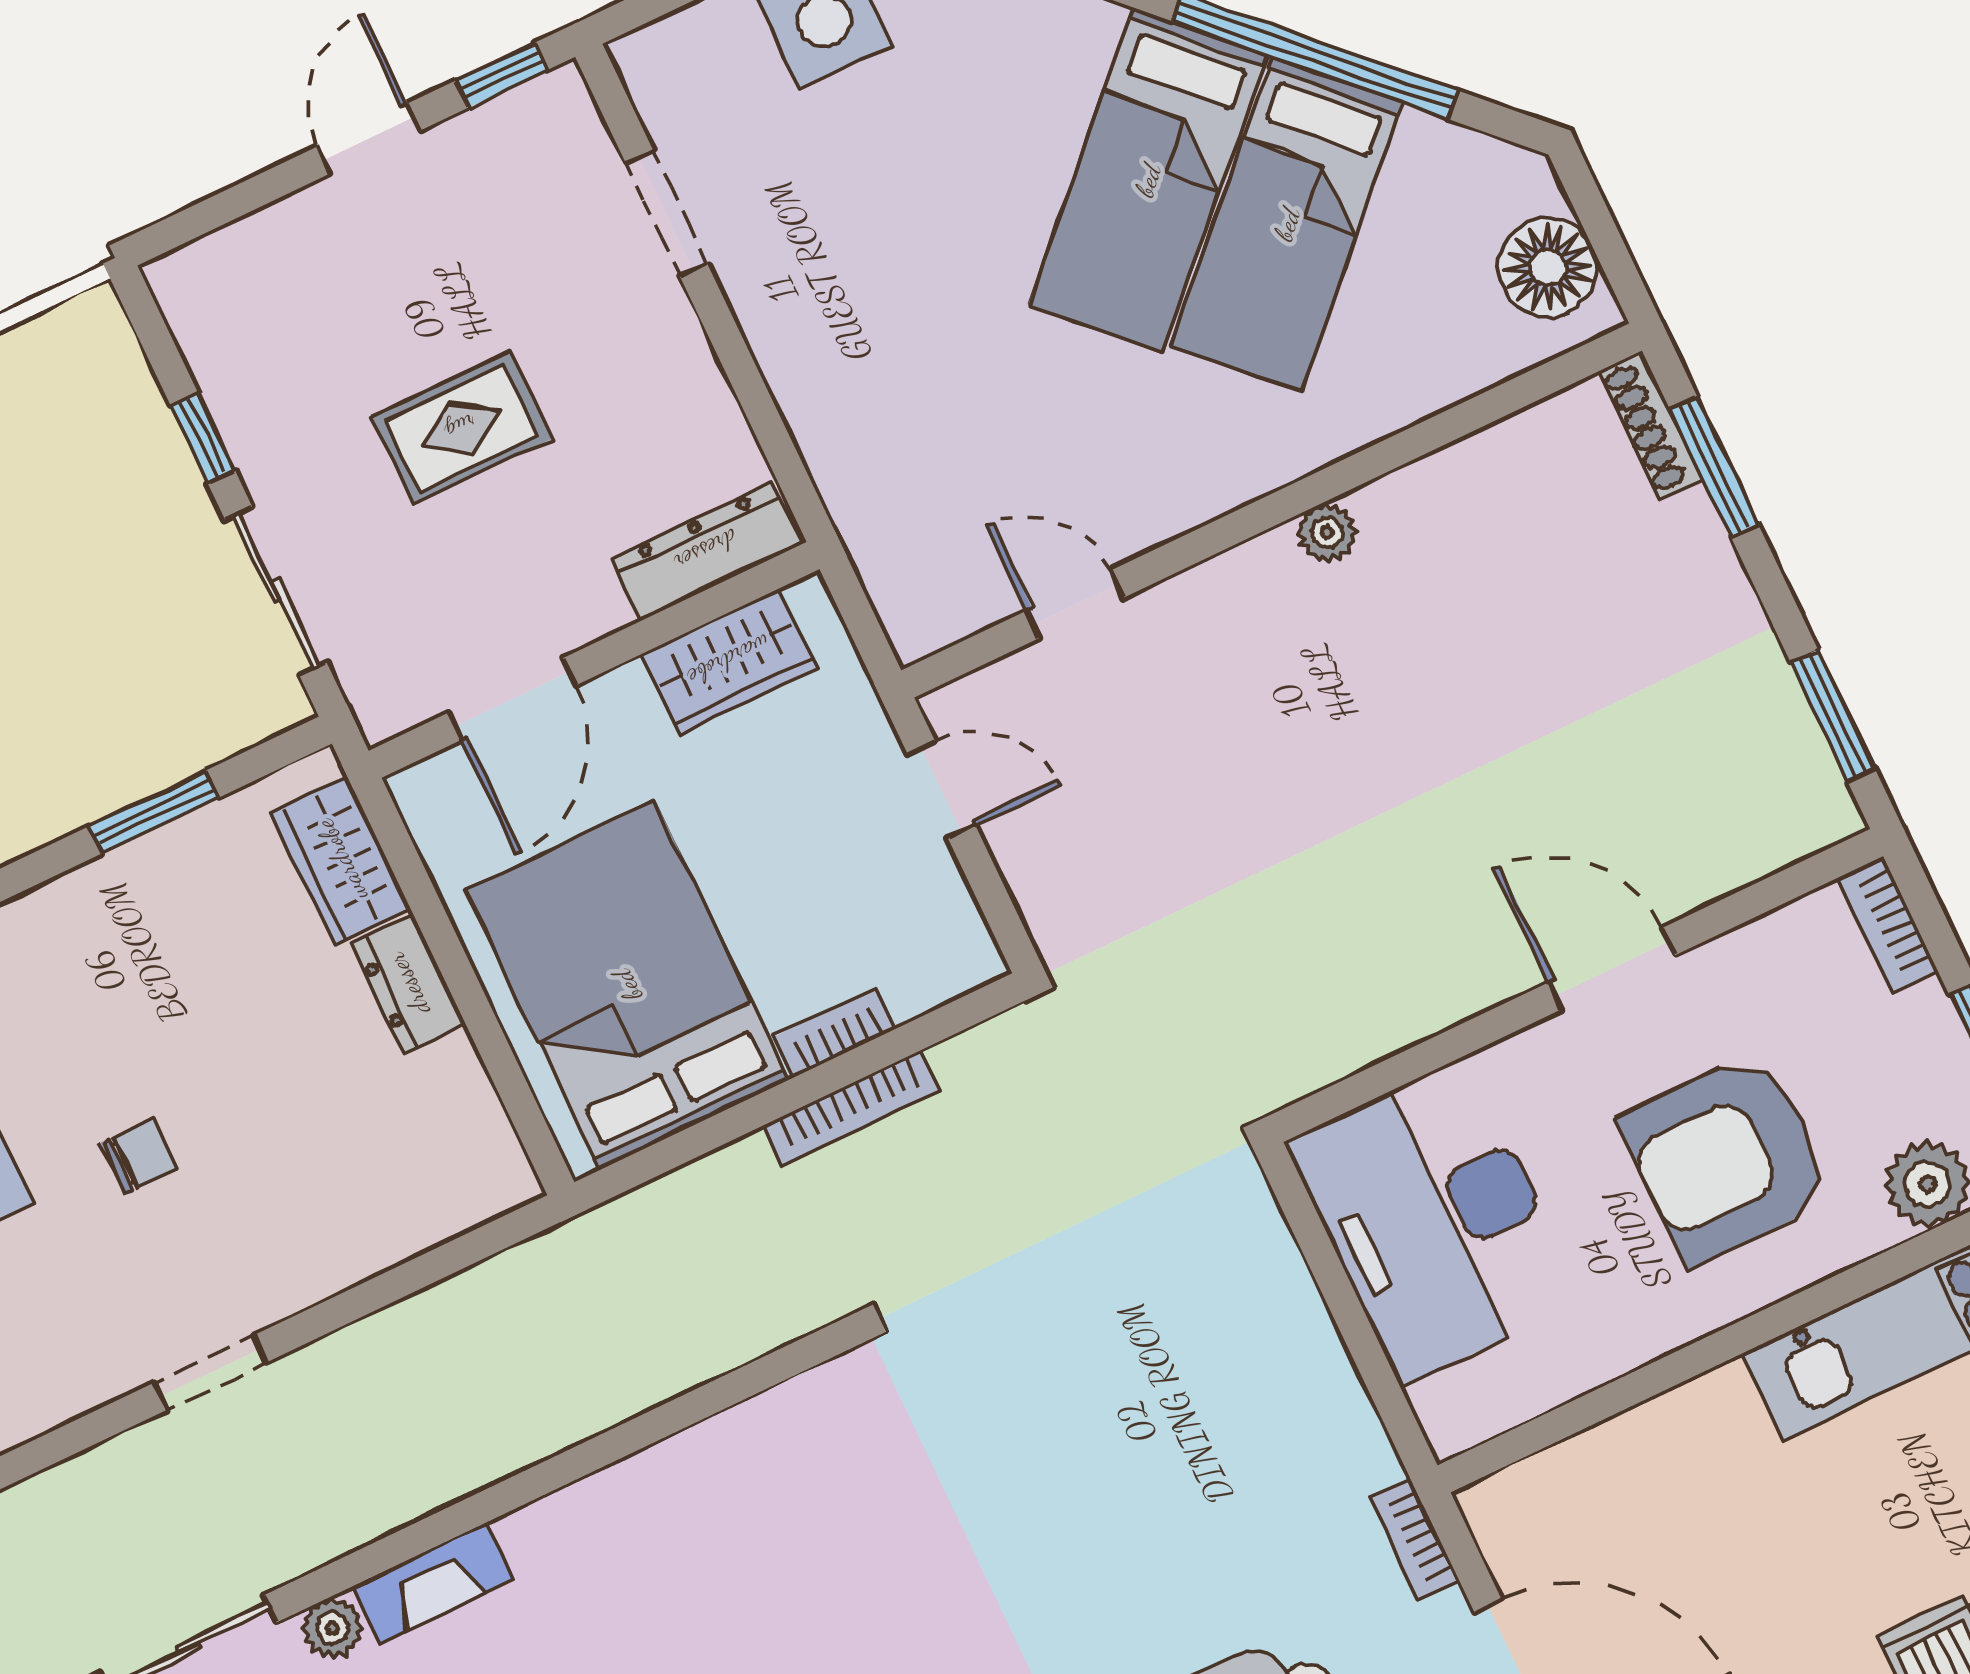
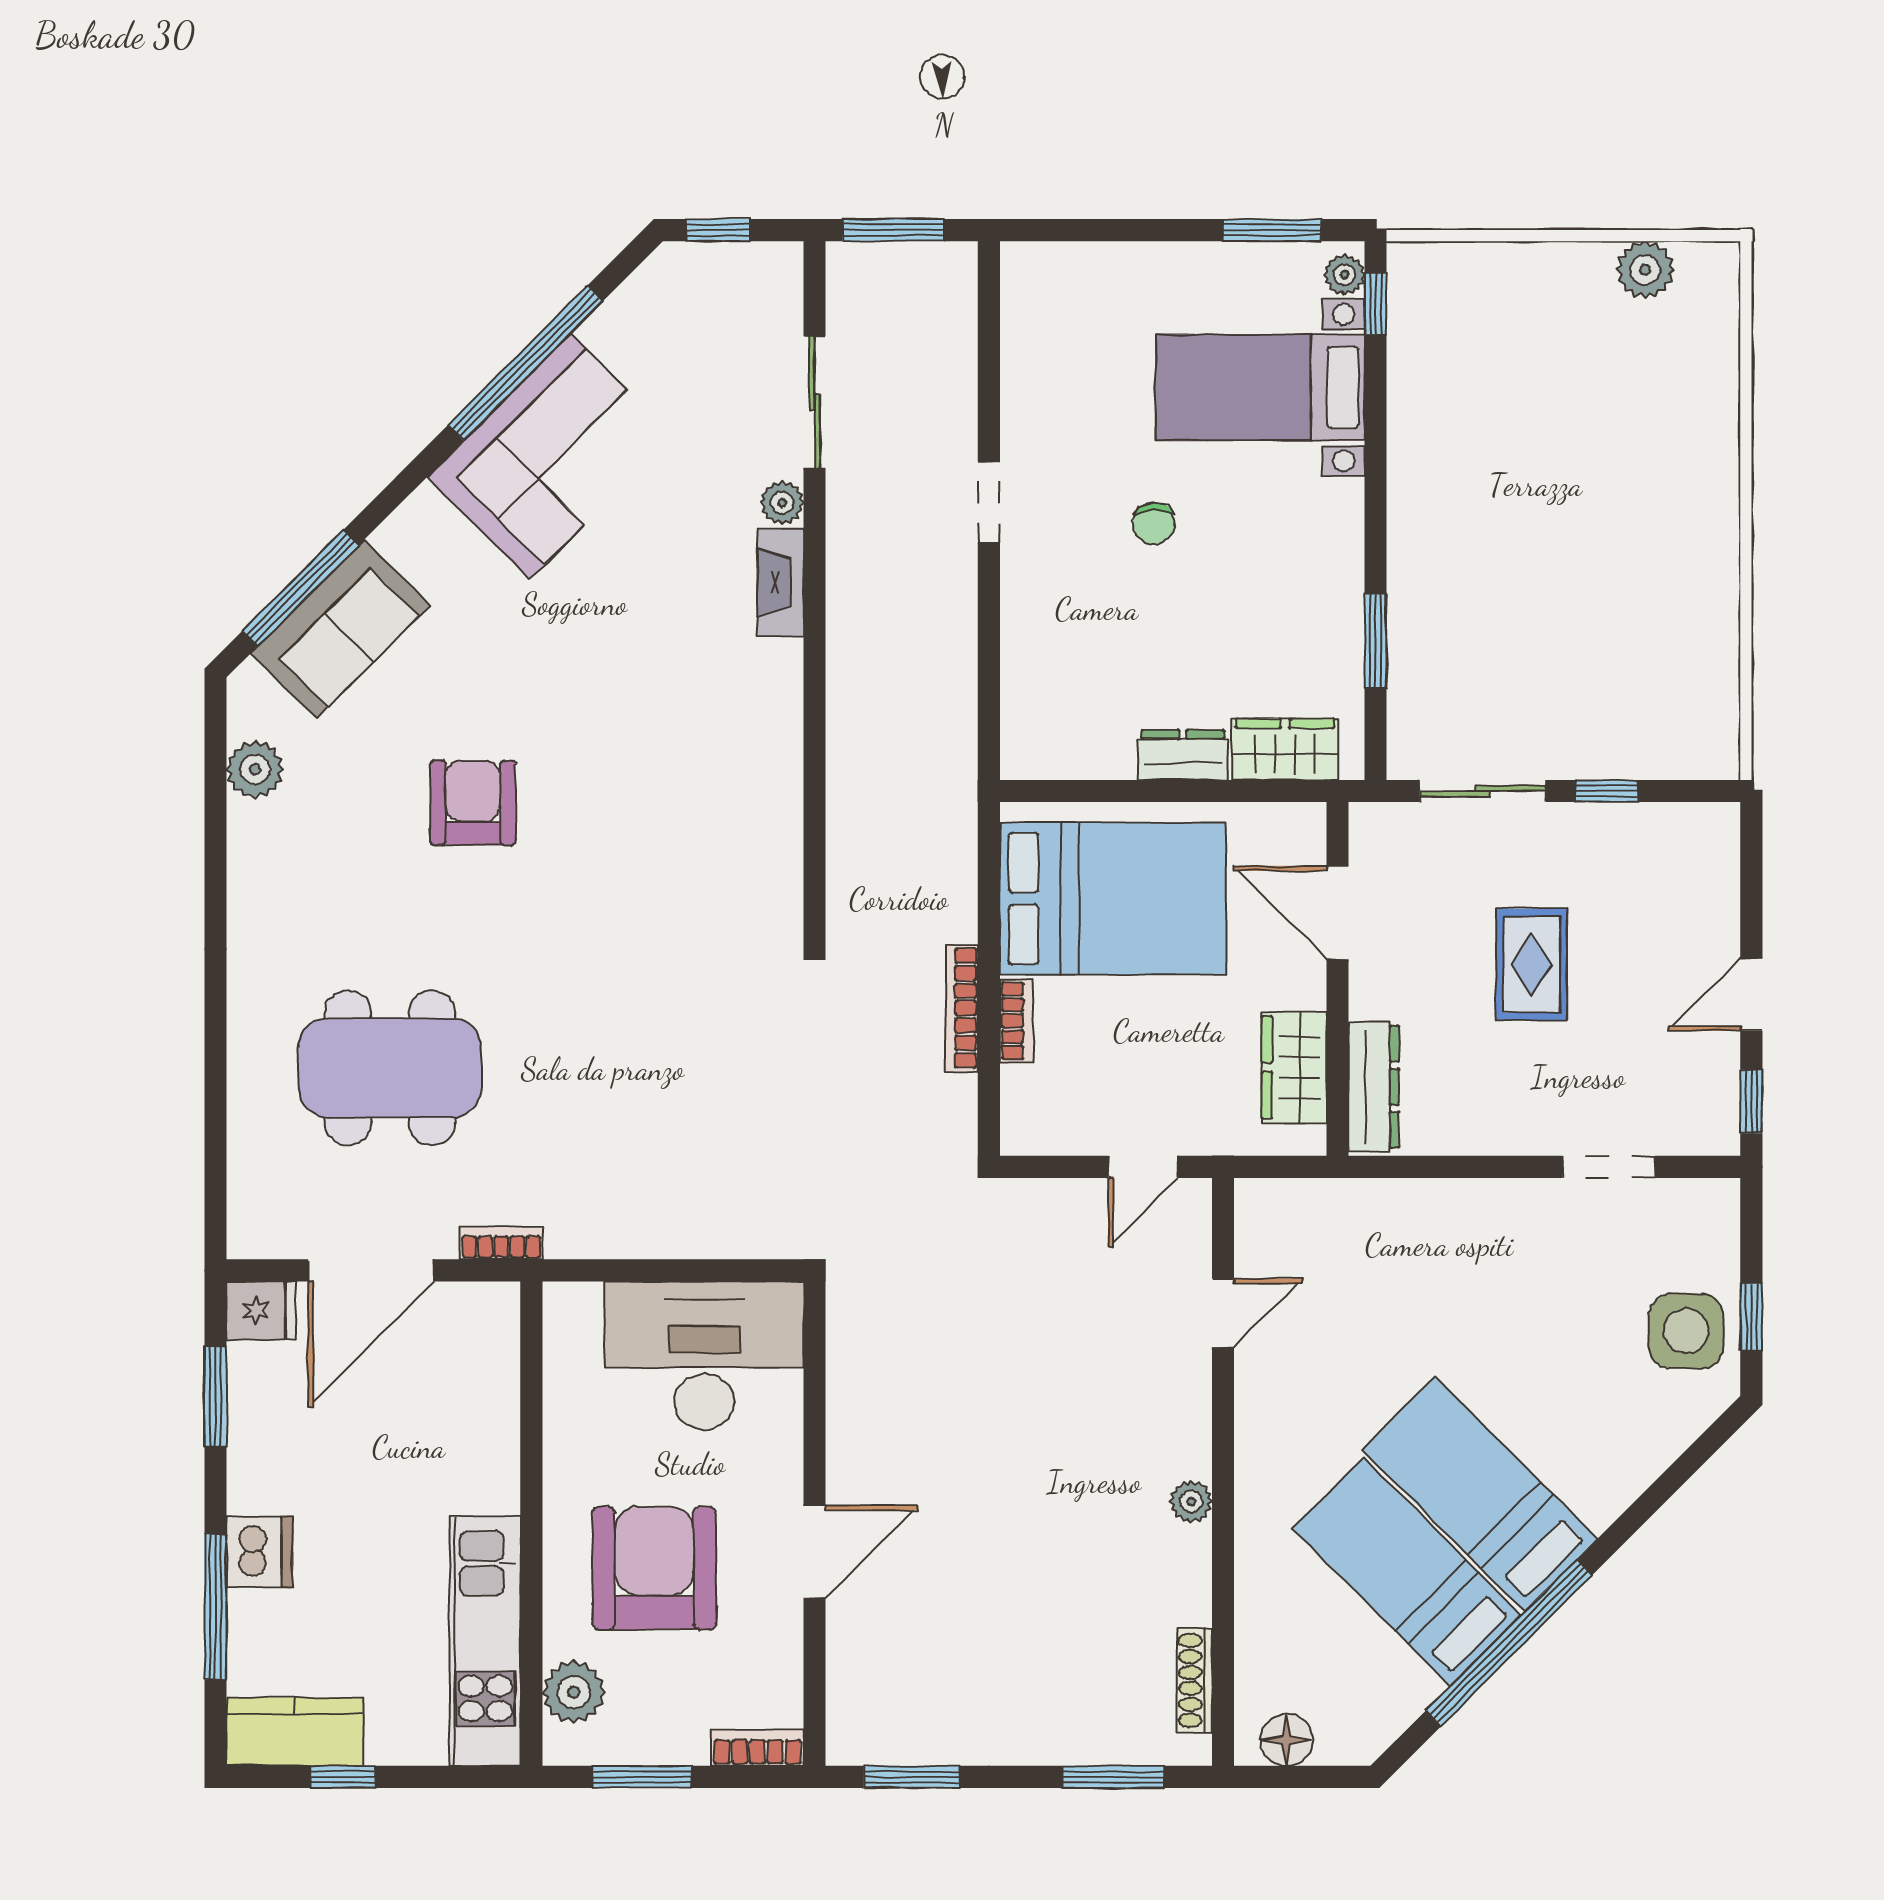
door: (369, 139) -> (1751, 994), swing flipped
floor lamp: (1548, 267) -> (1287, 1740), width x0.73, depth x0.73
shoe rack: (1651, 425) -> (1194, 1680), moved, turned -90

